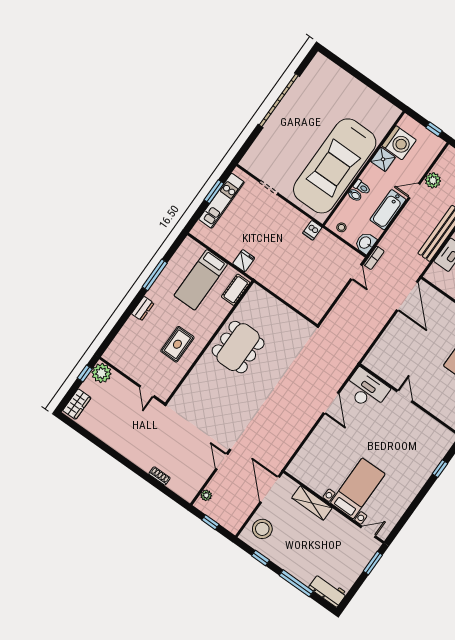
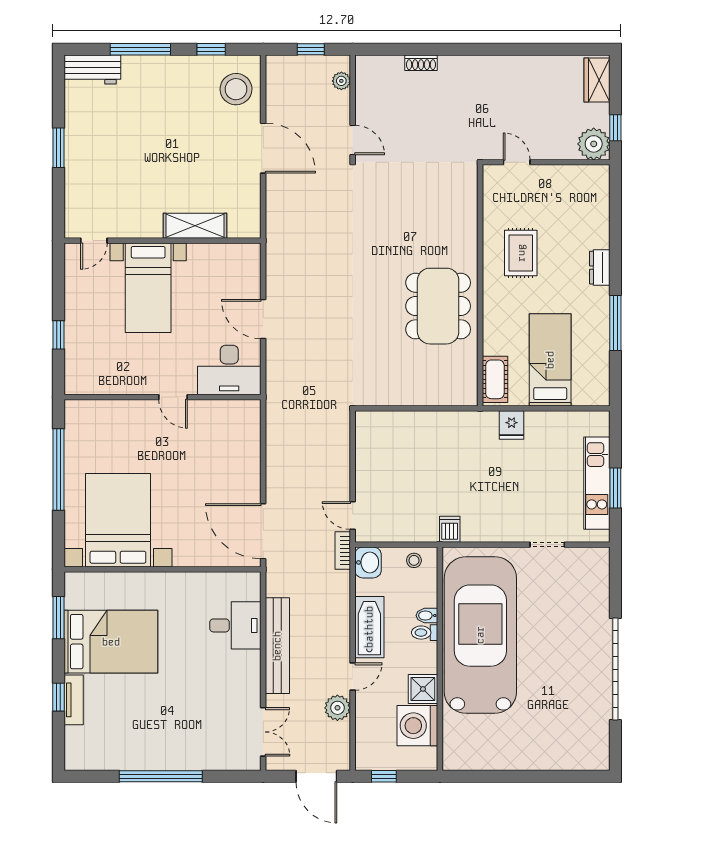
bed with nightstands: (358, 488) -> (148, 288), moved
shelving: (312, 503) -> (195, 226), moved
wall: (334, 507) -> (162, 241), moved
door: (368, 532) -> (94, 241), moved

